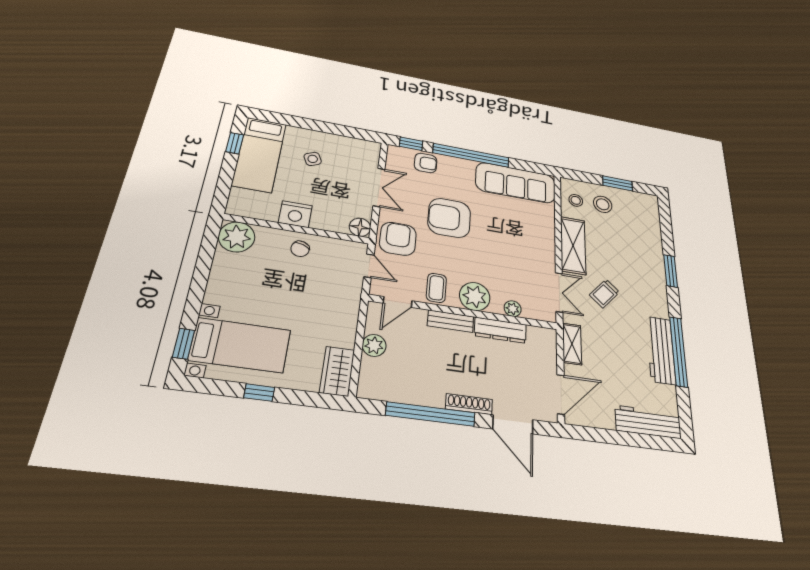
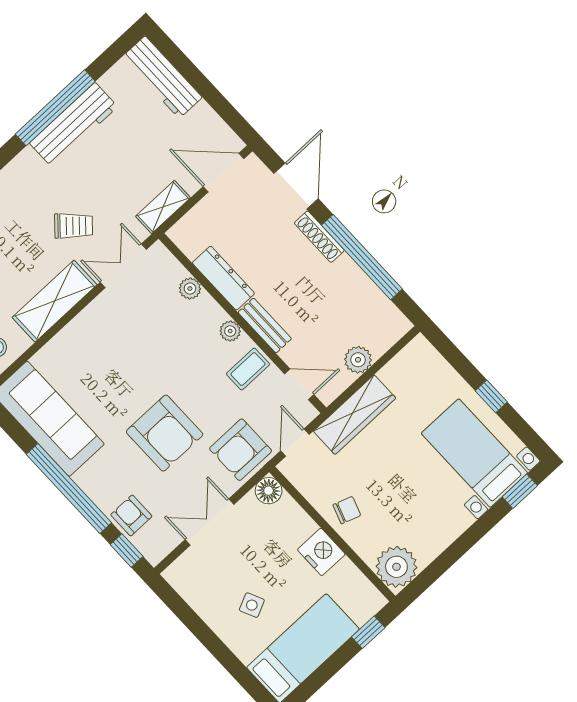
window: (235, 143) -> (368, 632), moved
plant: (475, 297) -> (230, 331), width x0.53, depth x0.53
wardrobe: (337, 371) -> (355, 415), moved, width x1.50

